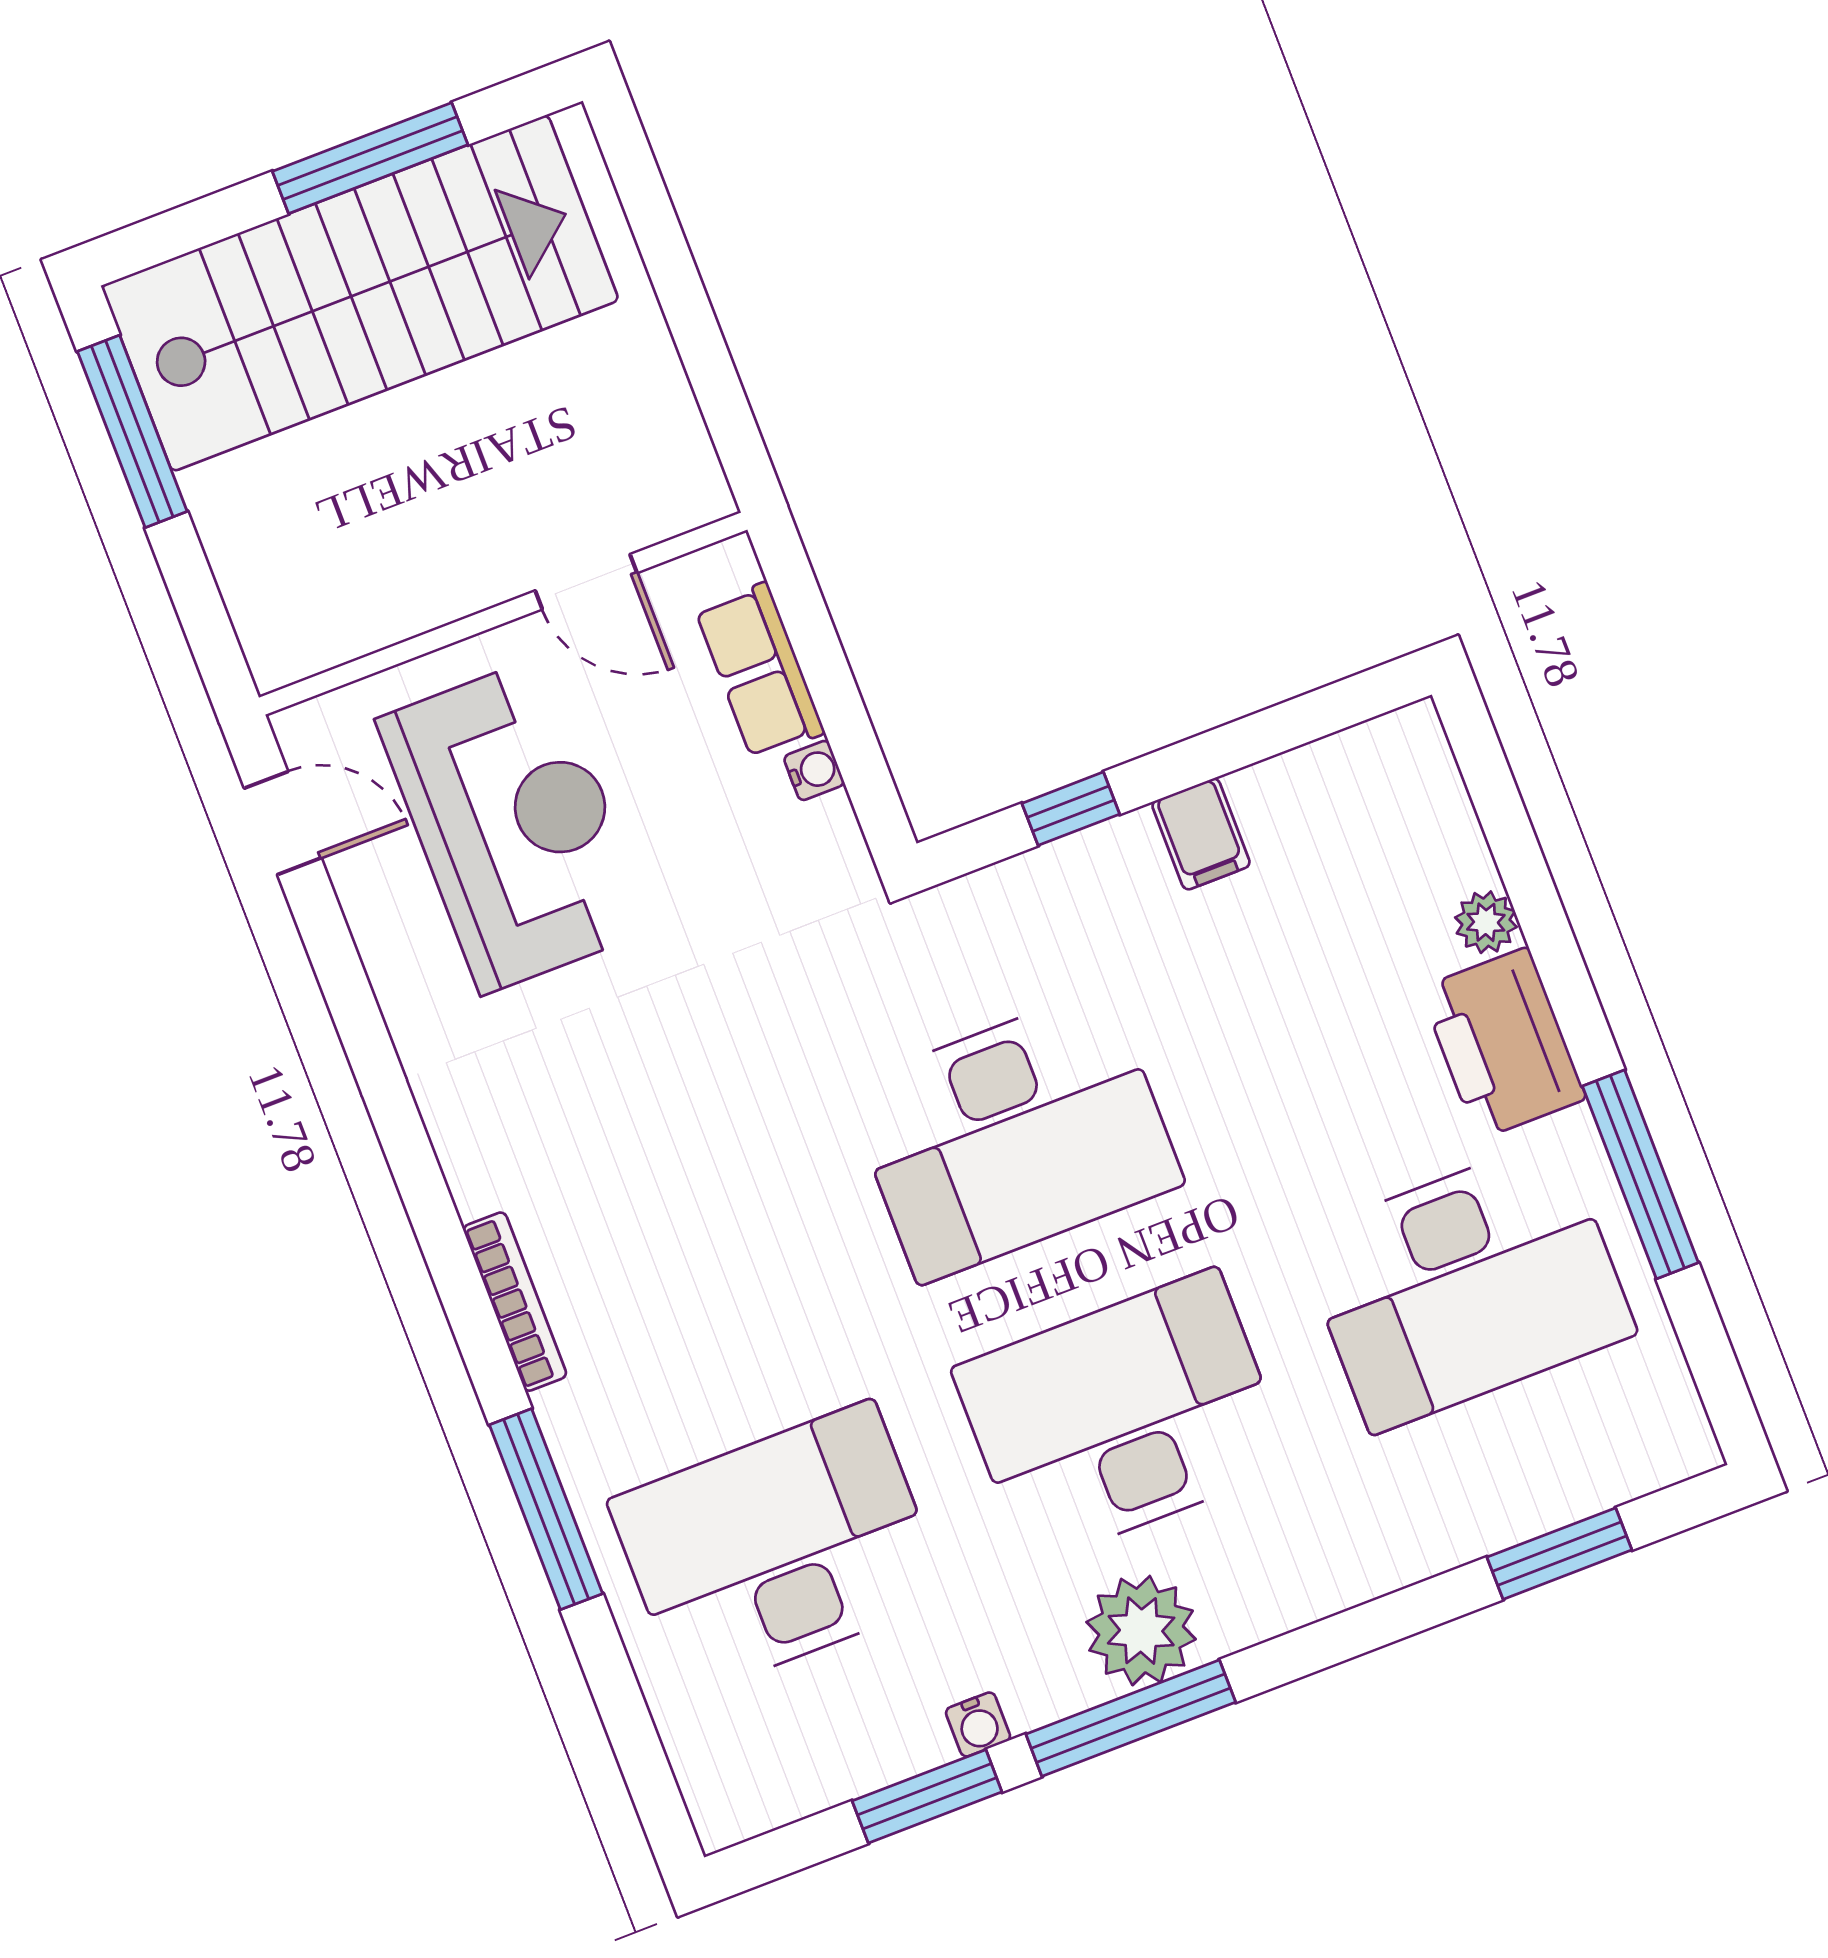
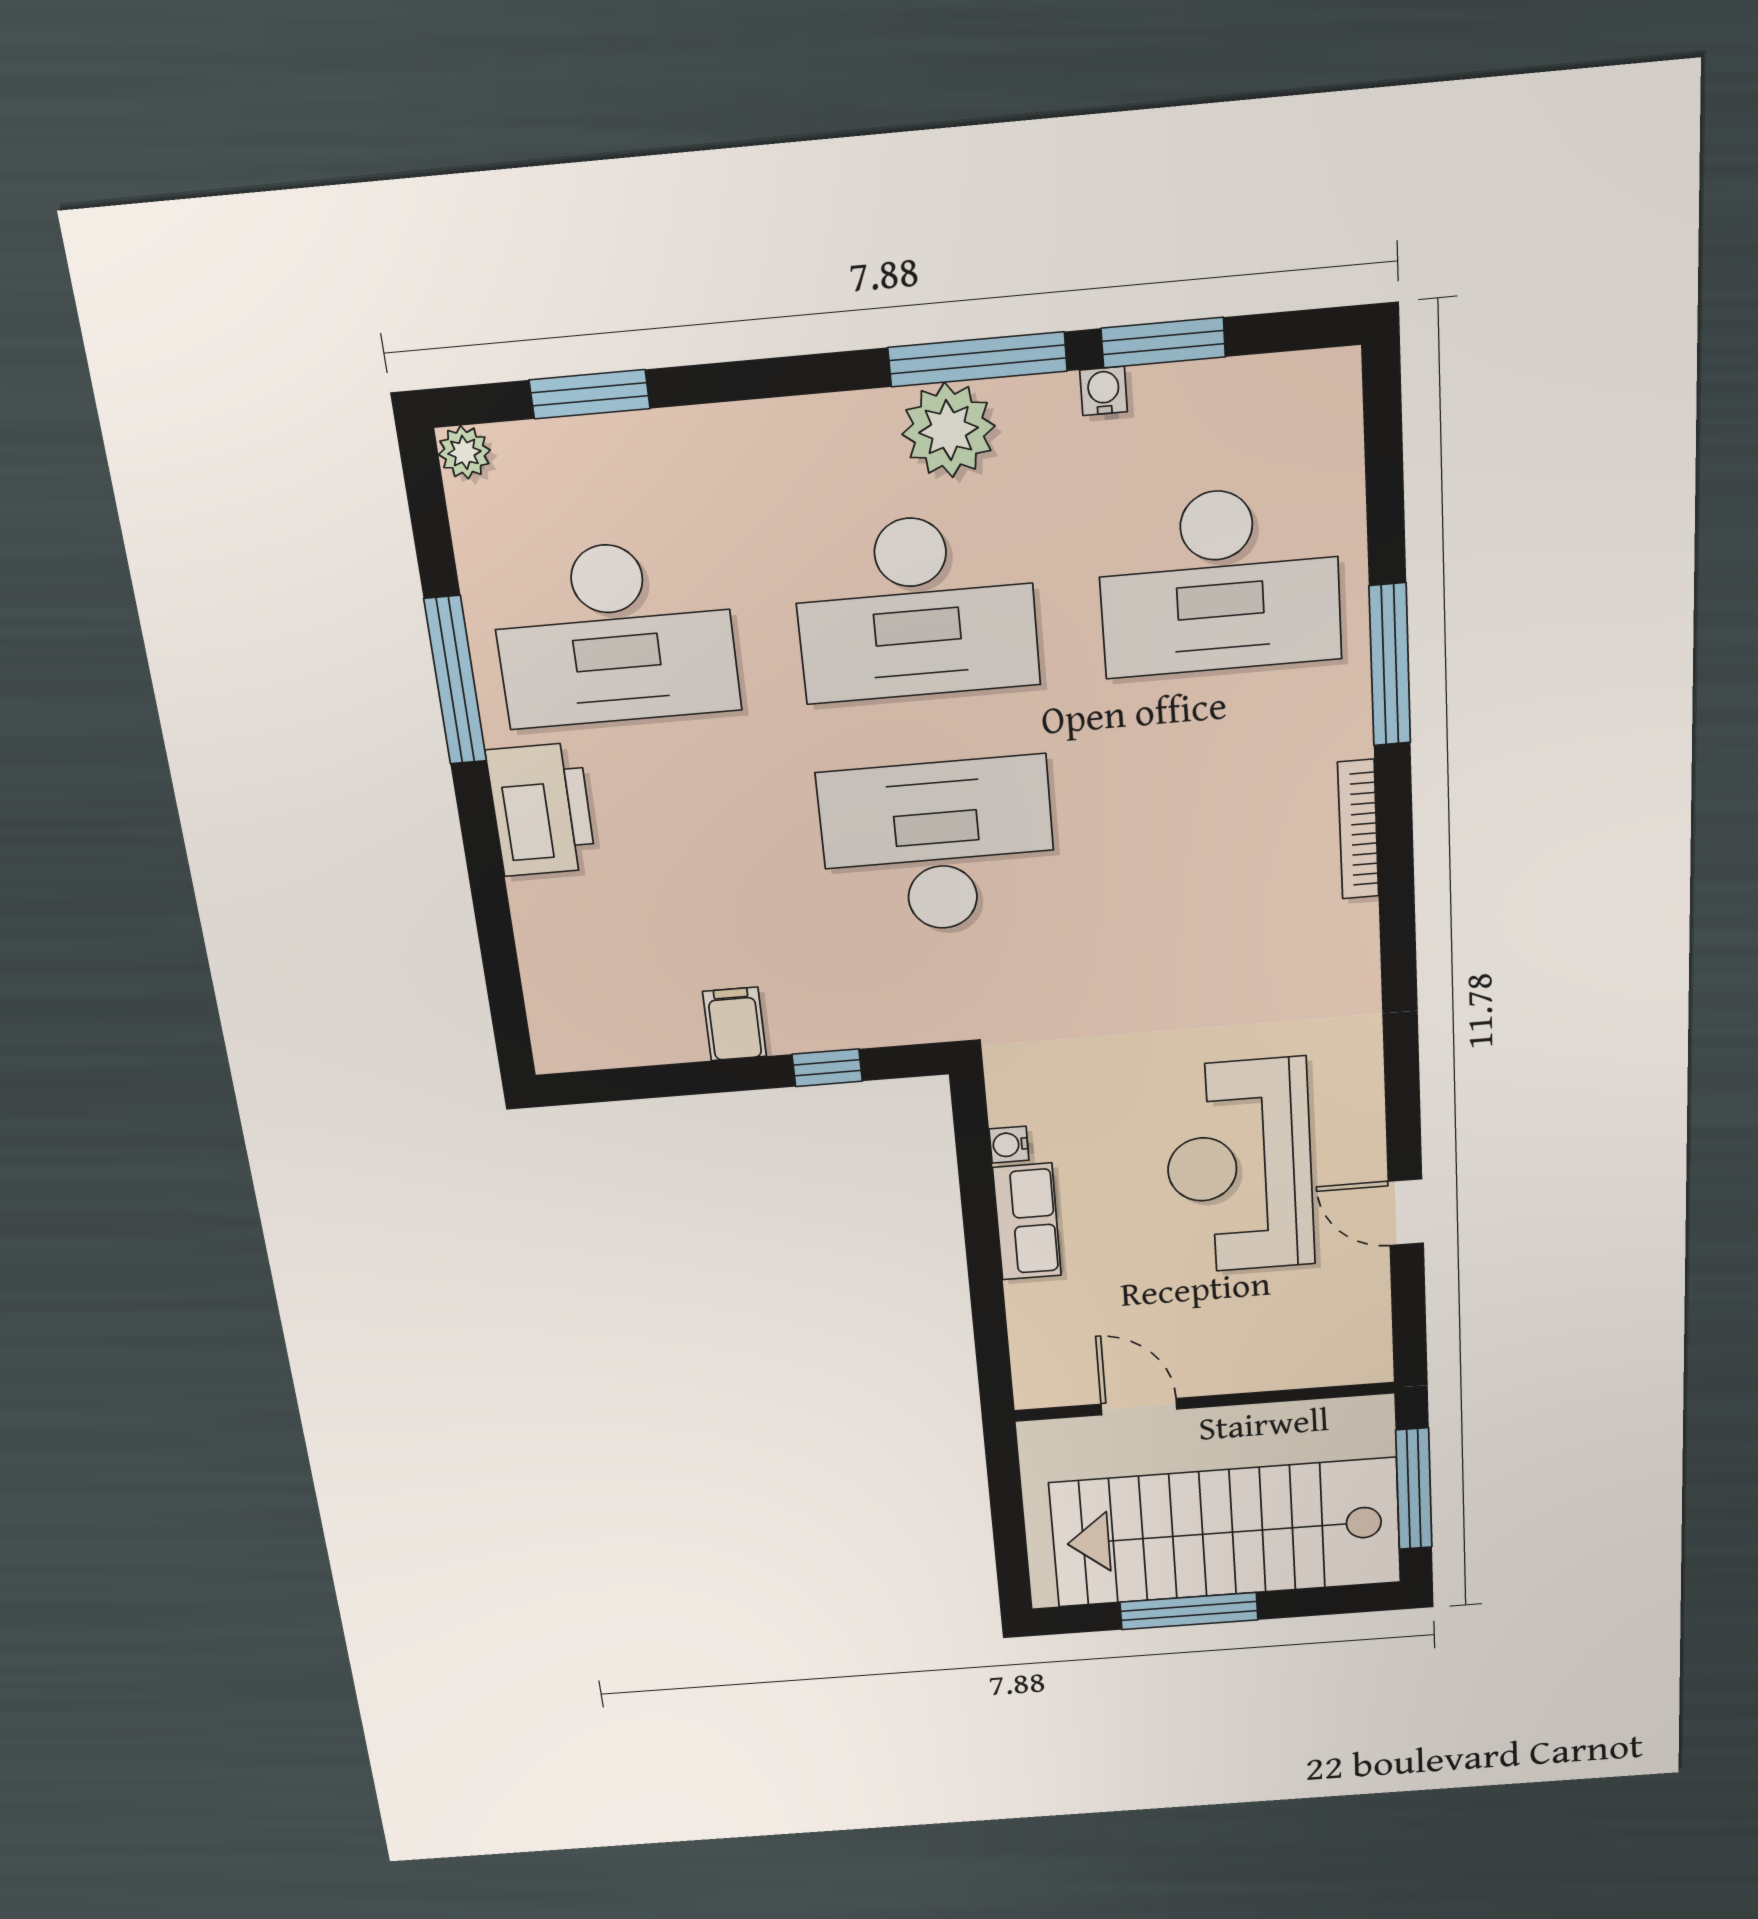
door: (586, 582) -> (1139, 1407), moved
wall: (503, 614) -> (1204, 1402), moved
plant: (1486, 922) -> (464, 452), moved
desk: (1466, 1285) -> (614, 633), turned 180

